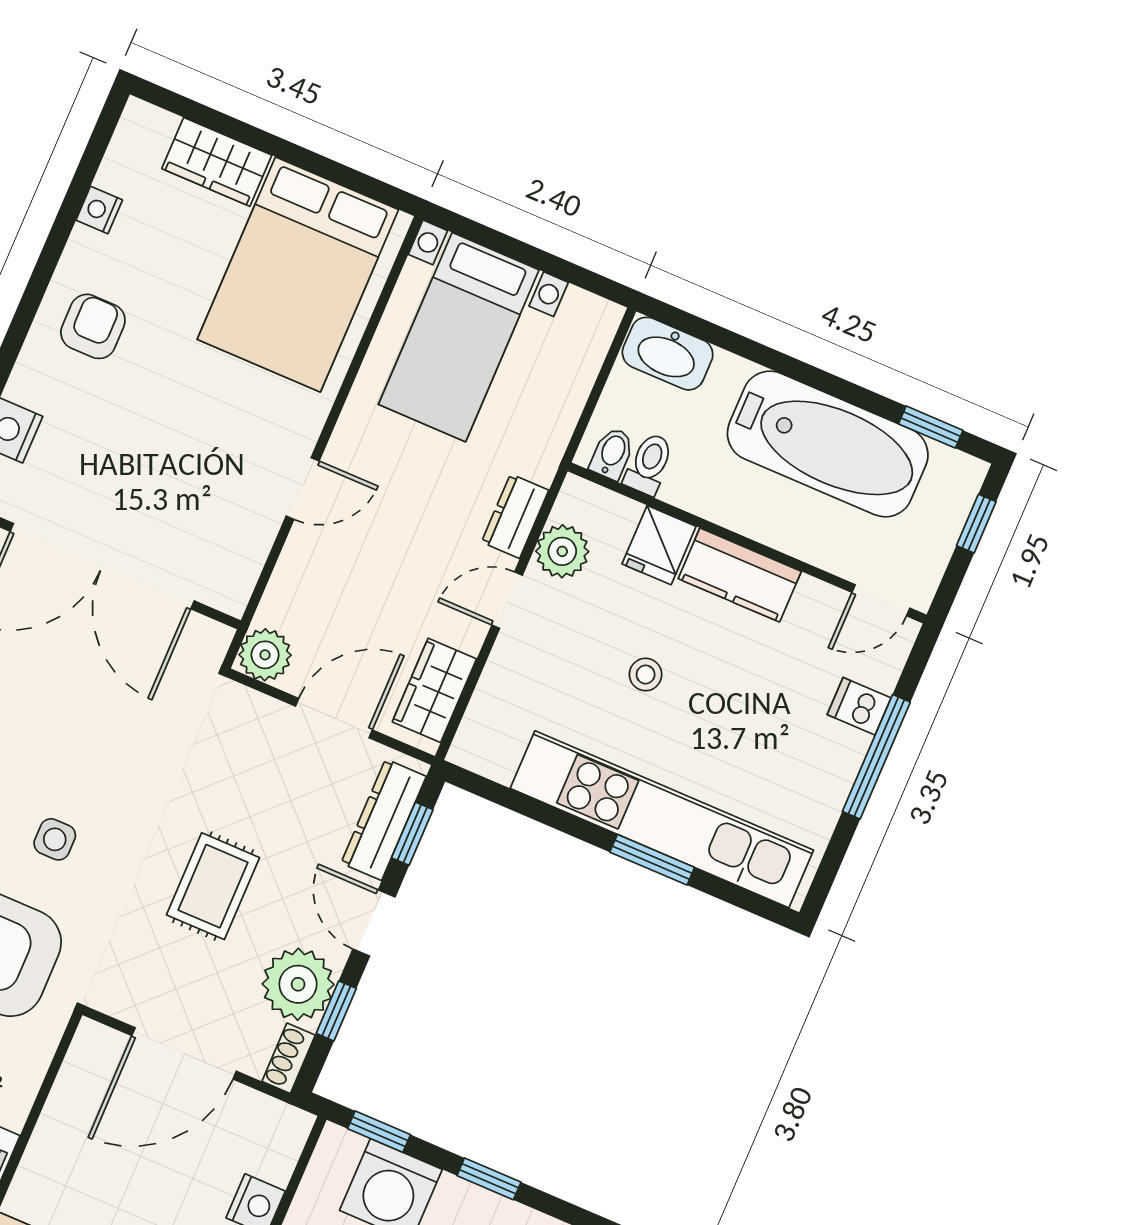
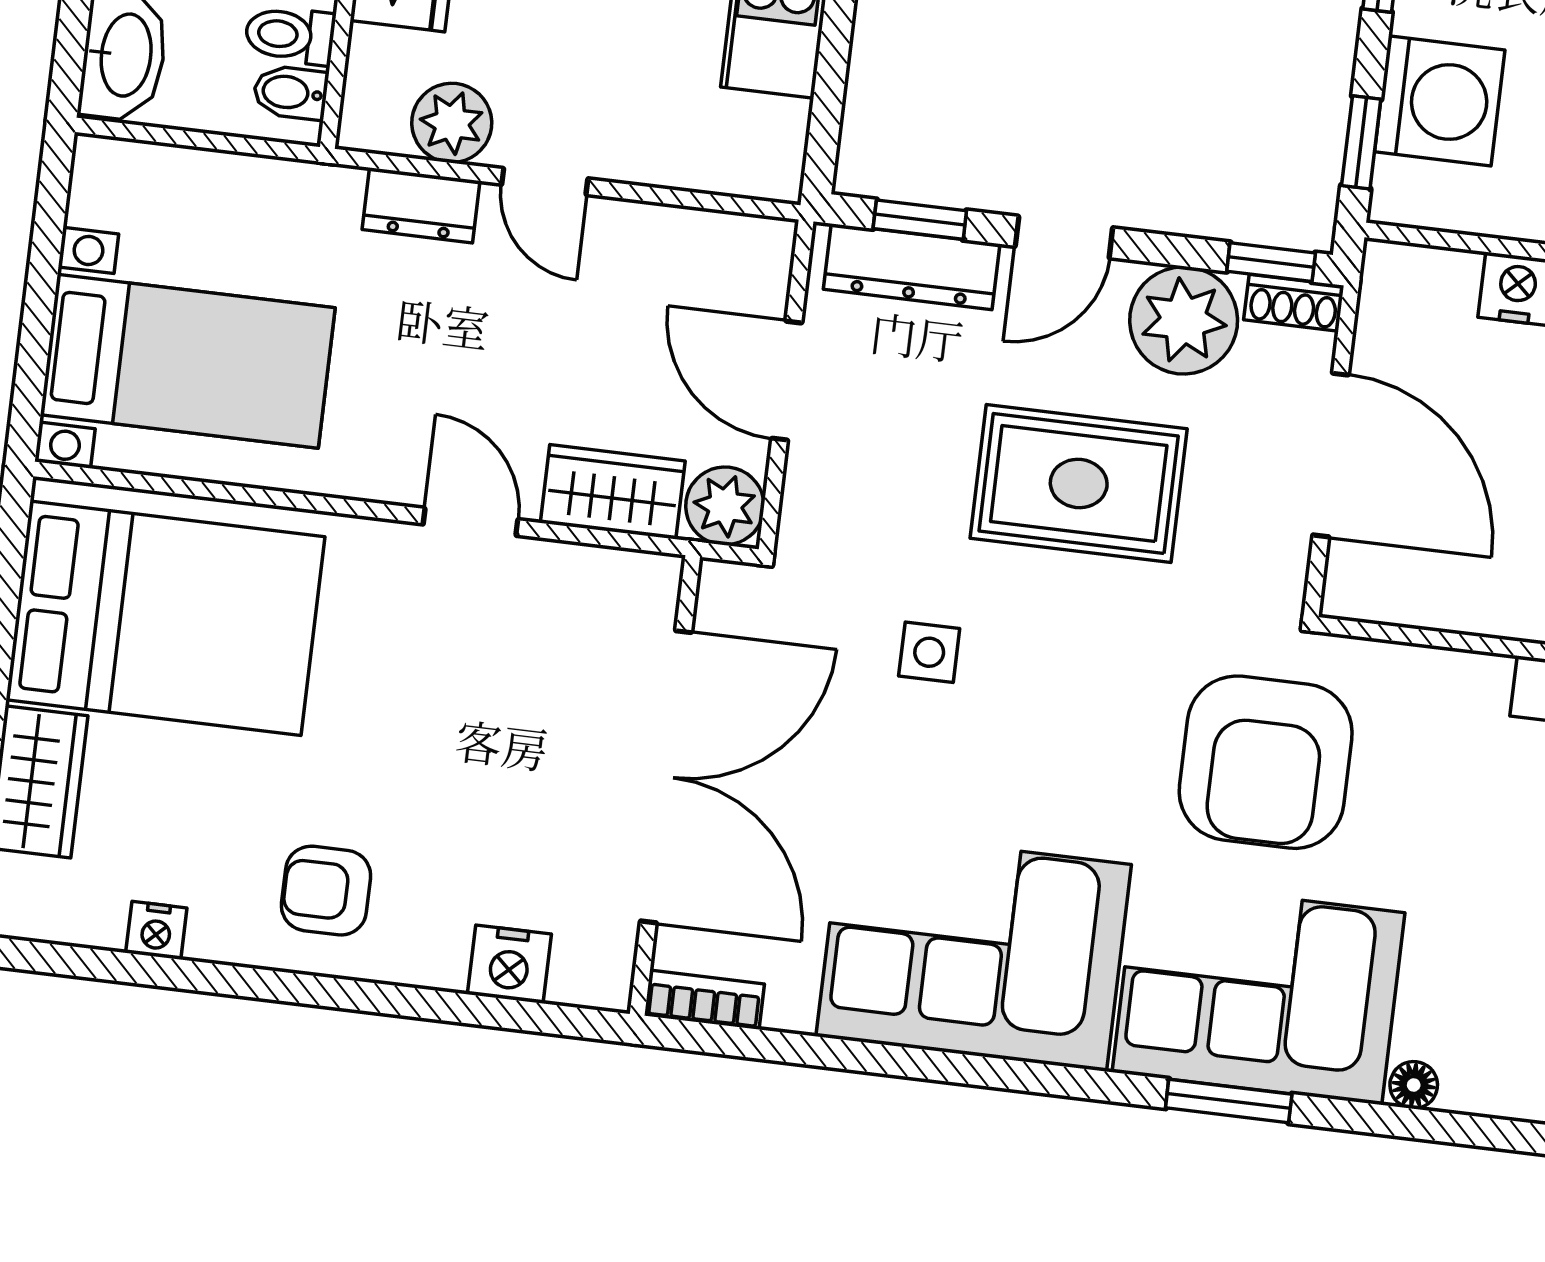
wardrobe: (434, 690) -> (613, 492), moved, turned 180
side table: (55, 839) -> (929, 652), moved
rug: (213, 886) -> (1079, 483), width x1.36, depth x1.43
window: (336, 1011) -> (1271, 262), moved

